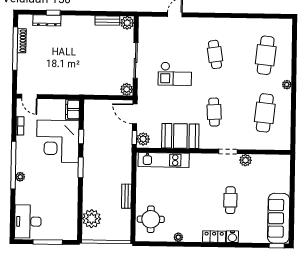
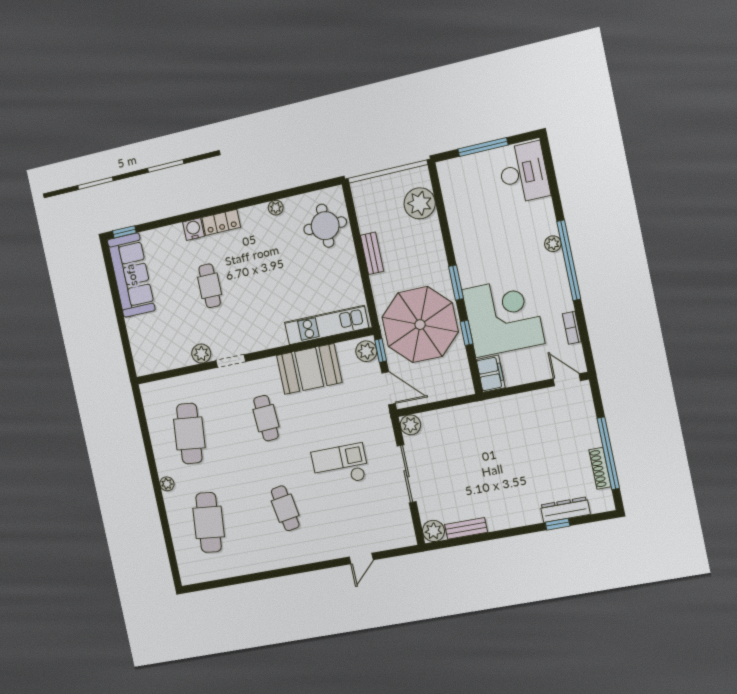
parasol: (107, 148) -> (420, 325), added

